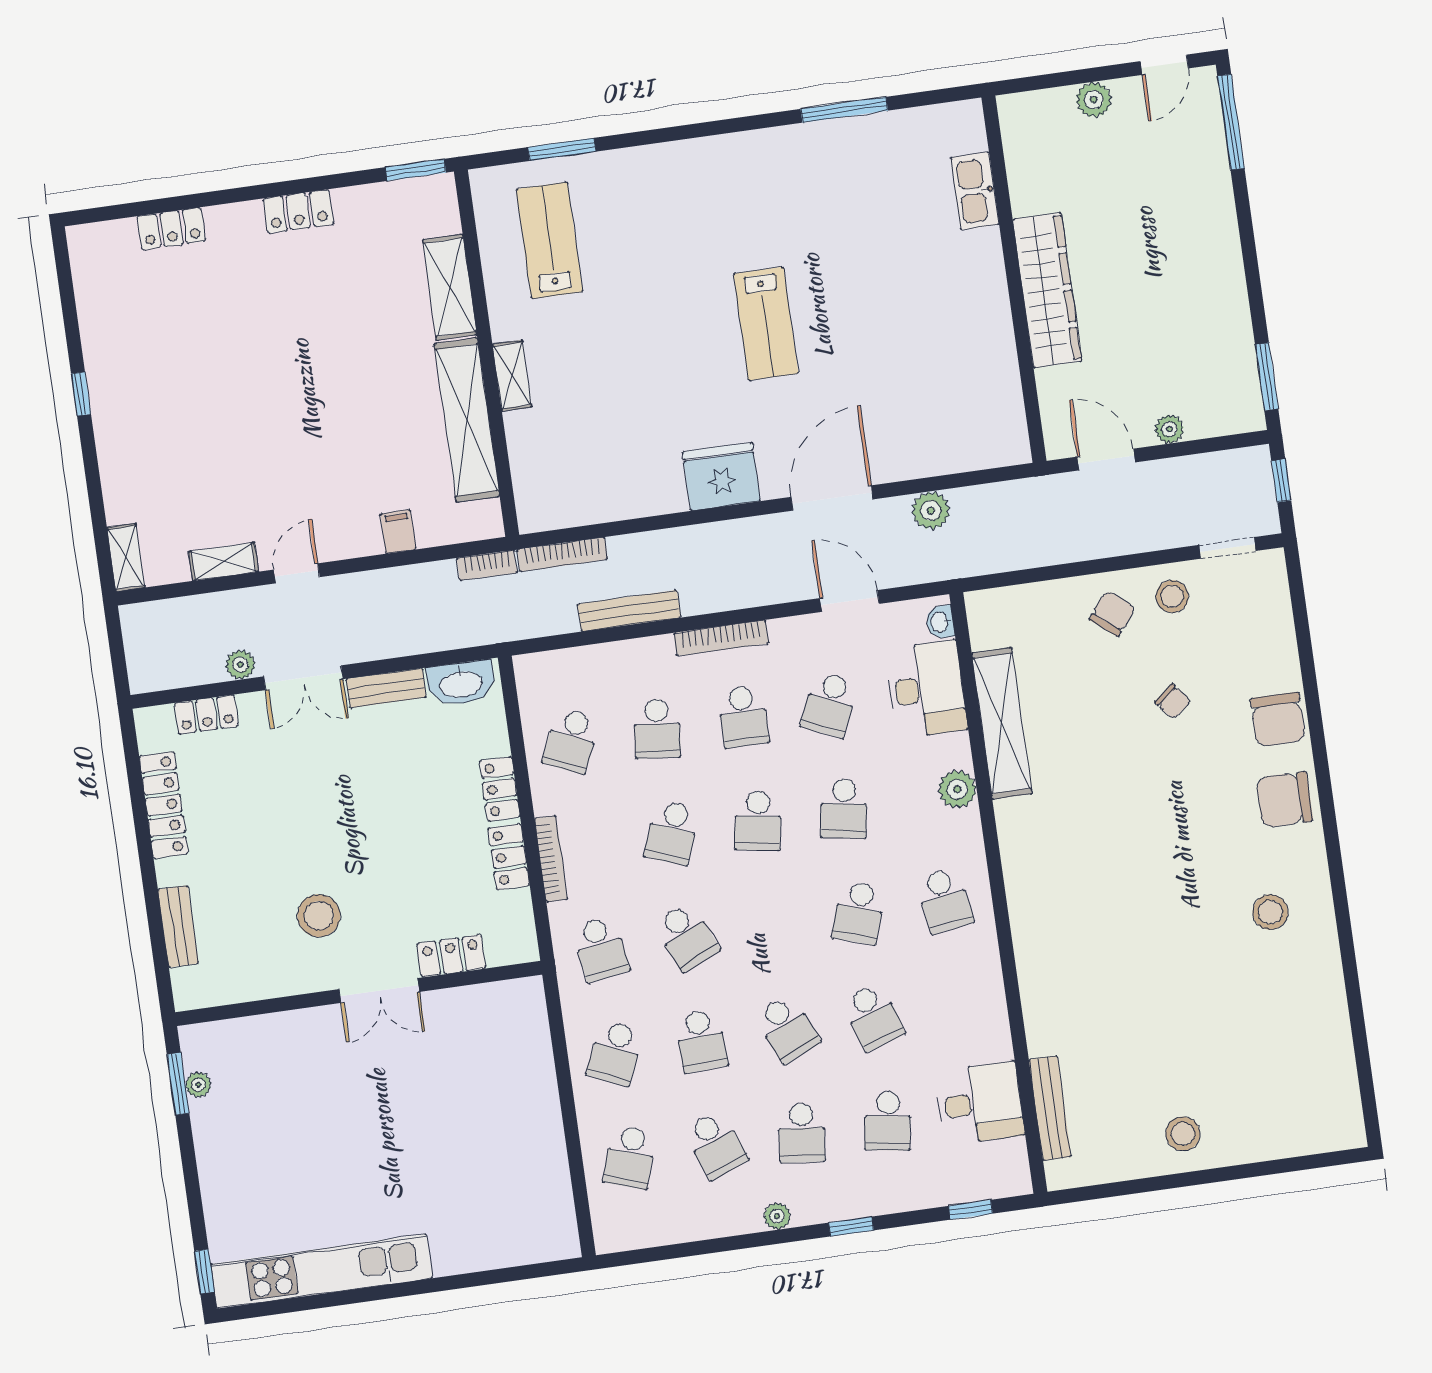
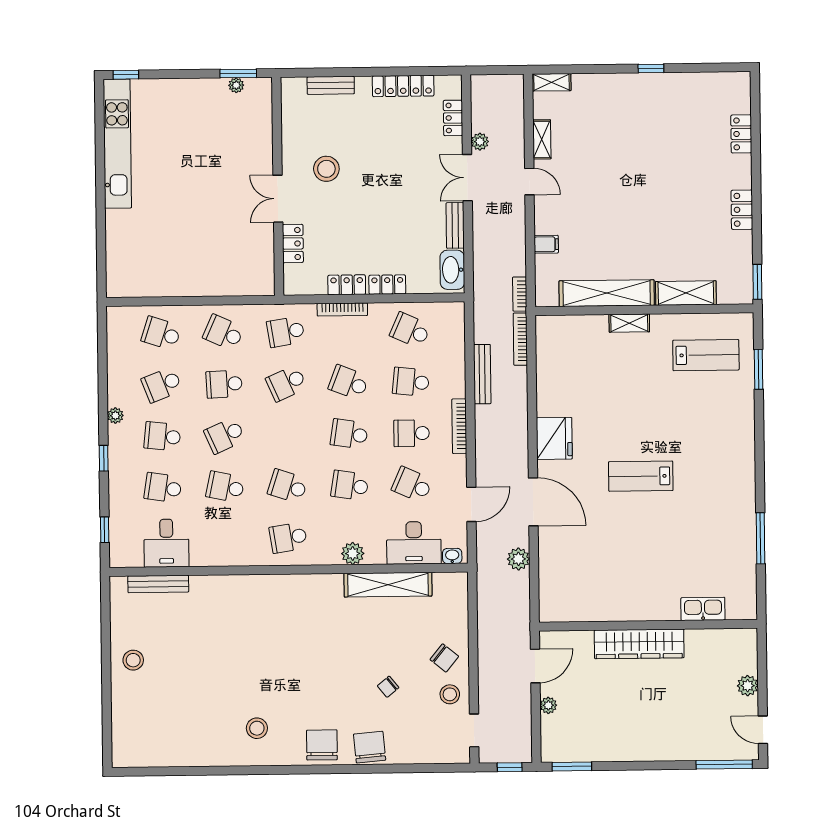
chair: (1278, 719) -> (370, 747), turned 85
school desk: (873, 1017) -> (225, 487), turned 30

